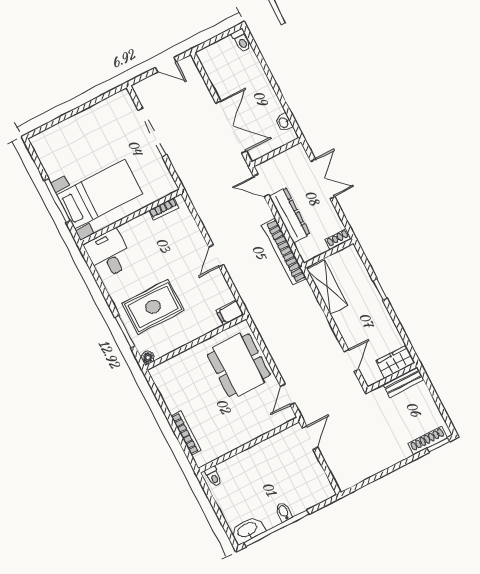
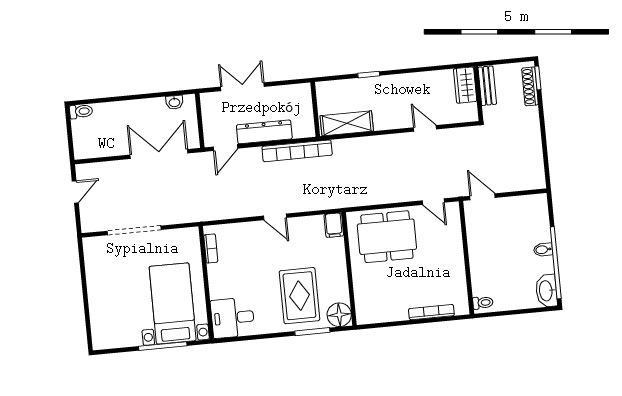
shoe rack: (338, 239) -> (306, 95), removed
floor lamp: (148, 358) -> (339, 315), width x1.89, depth x1.89
wardrobe: (395, 362) -> (465, 85), moved
wall: (392, 377) -> (478, 94), moved
bench: (403, 382) -> (487, 86), moved

